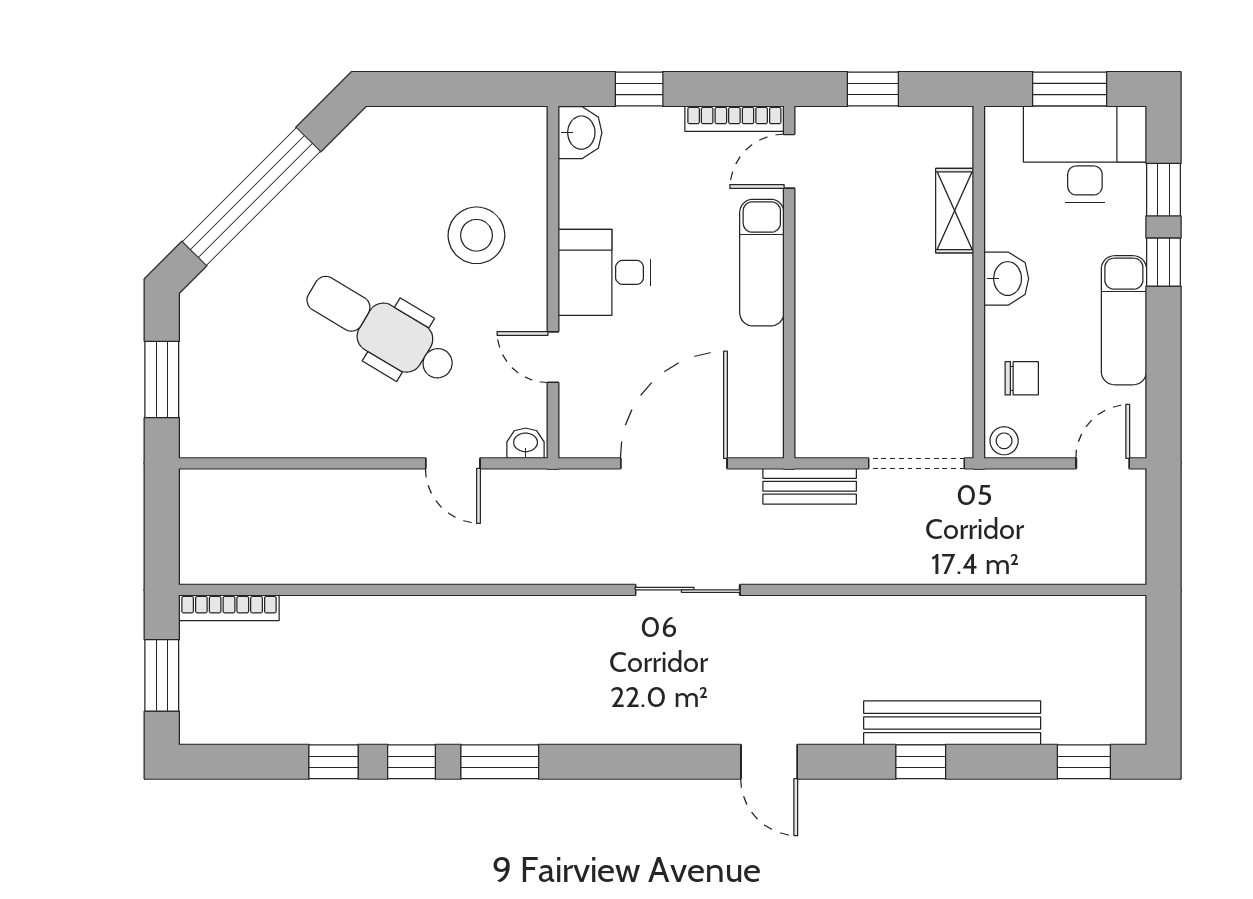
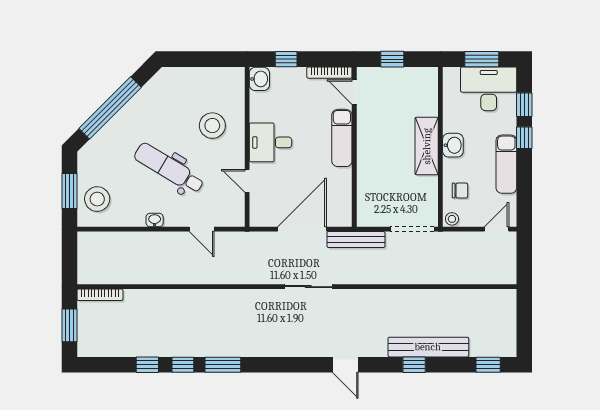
door: (789, 161) -> (354, 92), hinge flipped
shelving: (955, 211) -> (427, 146), moved, width x1.50, depth x1.33
stool: (223, 397) -> (97, 199), added
washbasin: (526, 443) -> (155, 220), moved
bench: (810, 486) -> (356, 240), width x1.36

